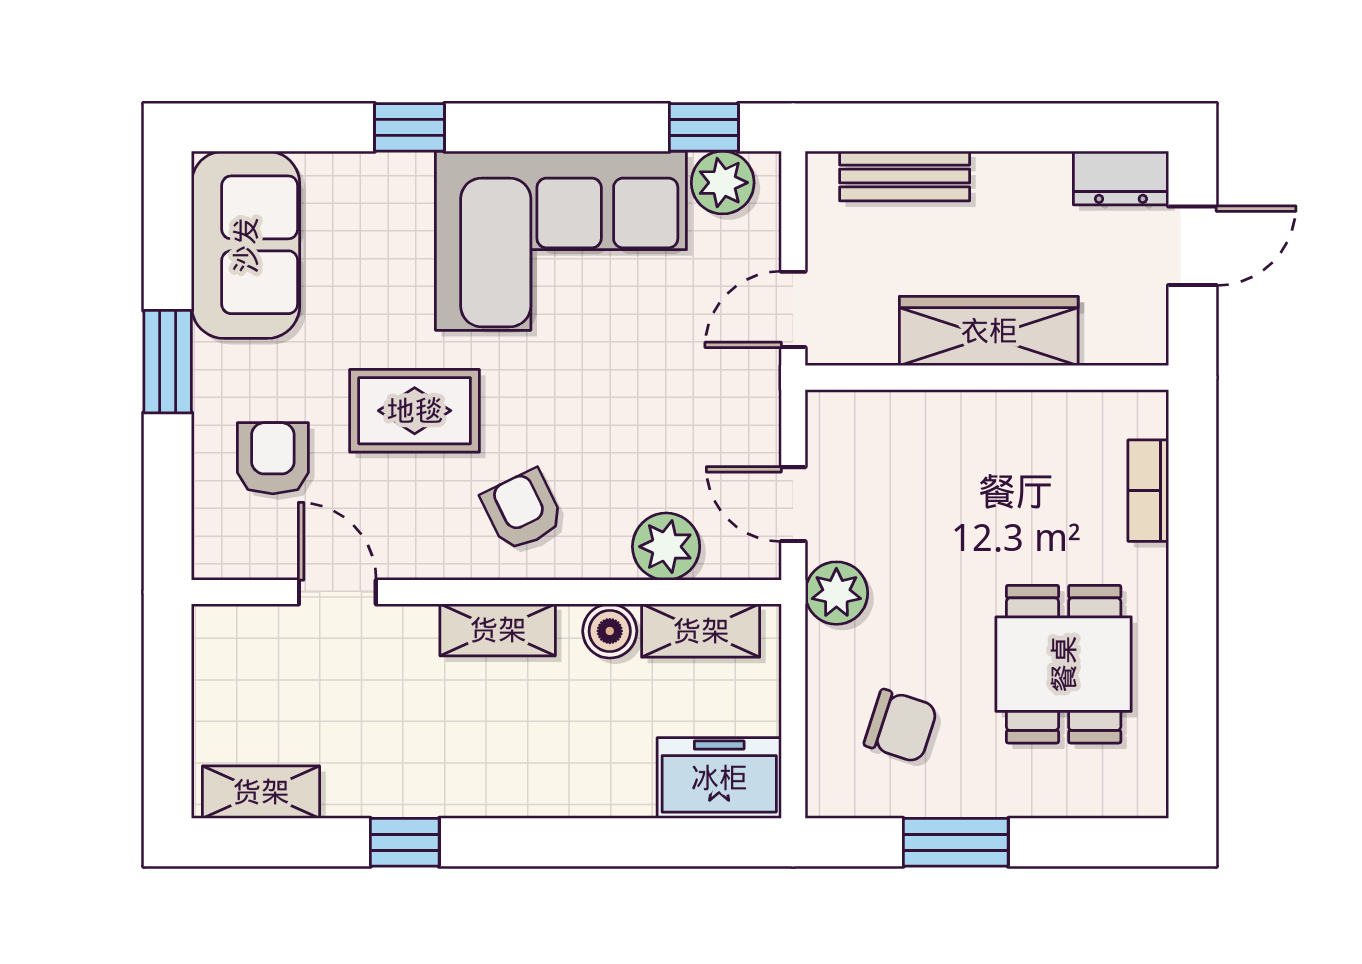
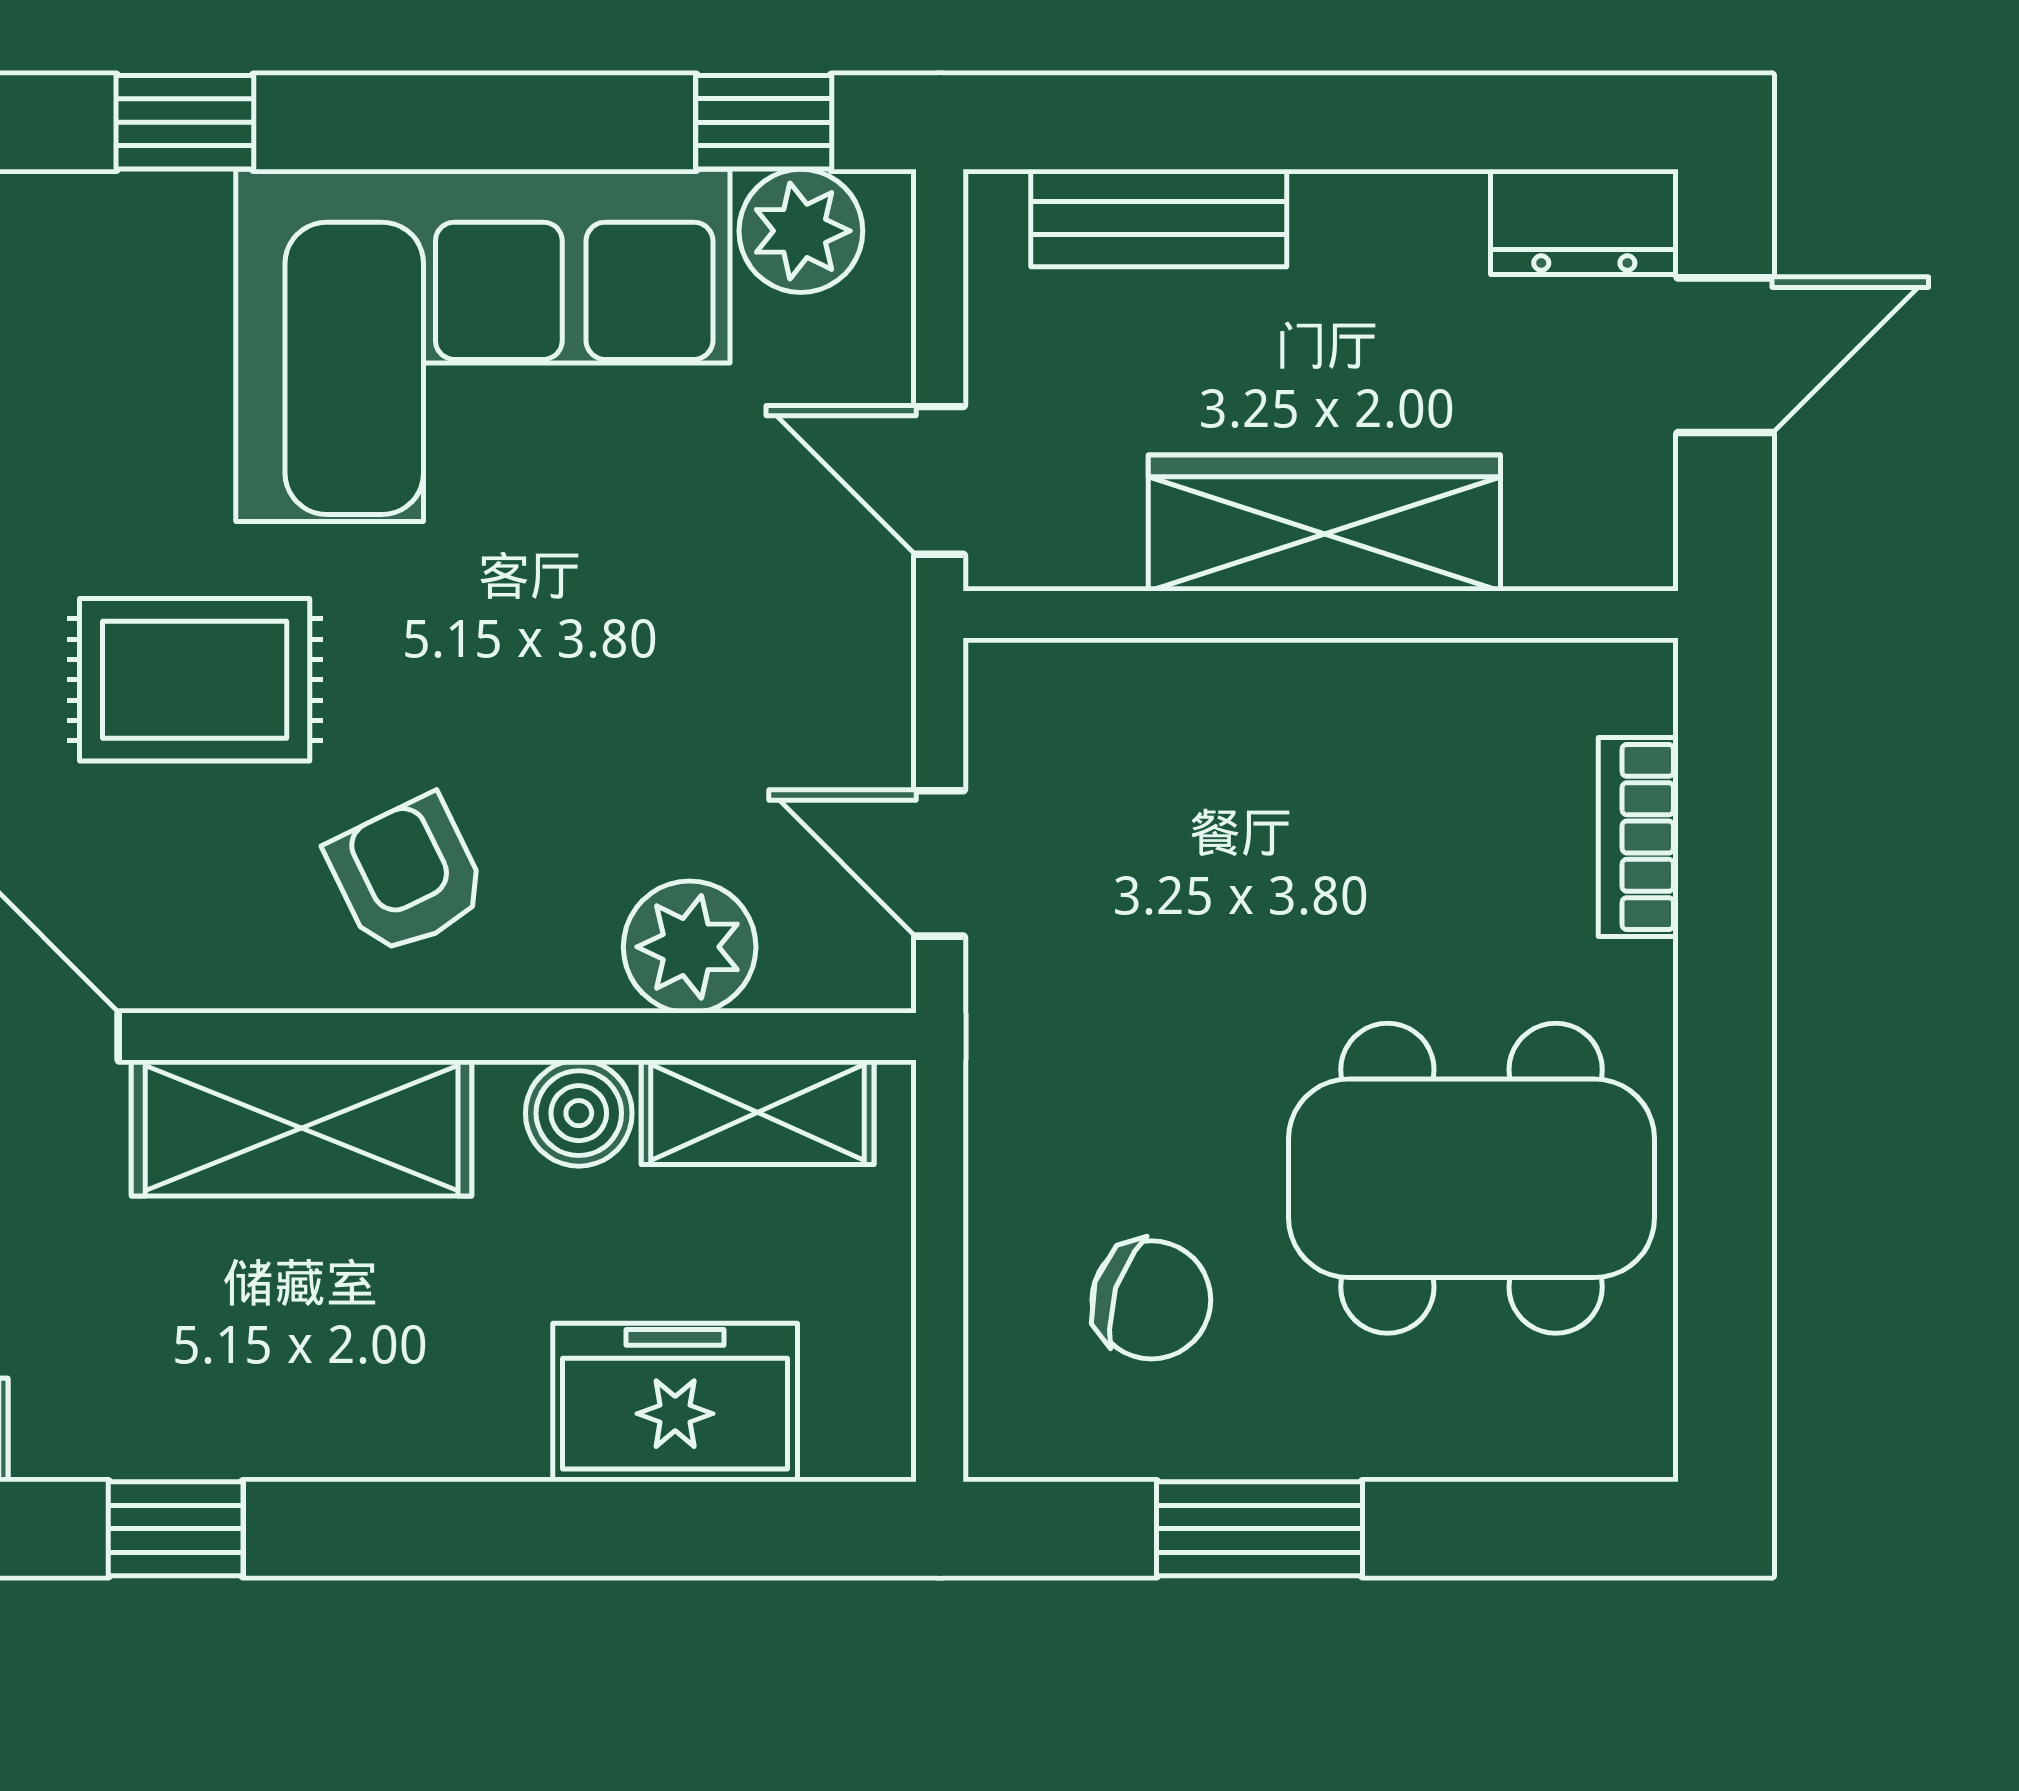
door: (793, 309) -> (940, 480), hinge flipped
plant: (836, 593) -> (1025, 1038), removed
shelving: (498, 630) -> (302, 1128), width x1.50, depth x1.33
dining table: (1064, 664) -> (1472, 1178), width x1.38
freezer: (719, 778) -> (675, 1402), moved

